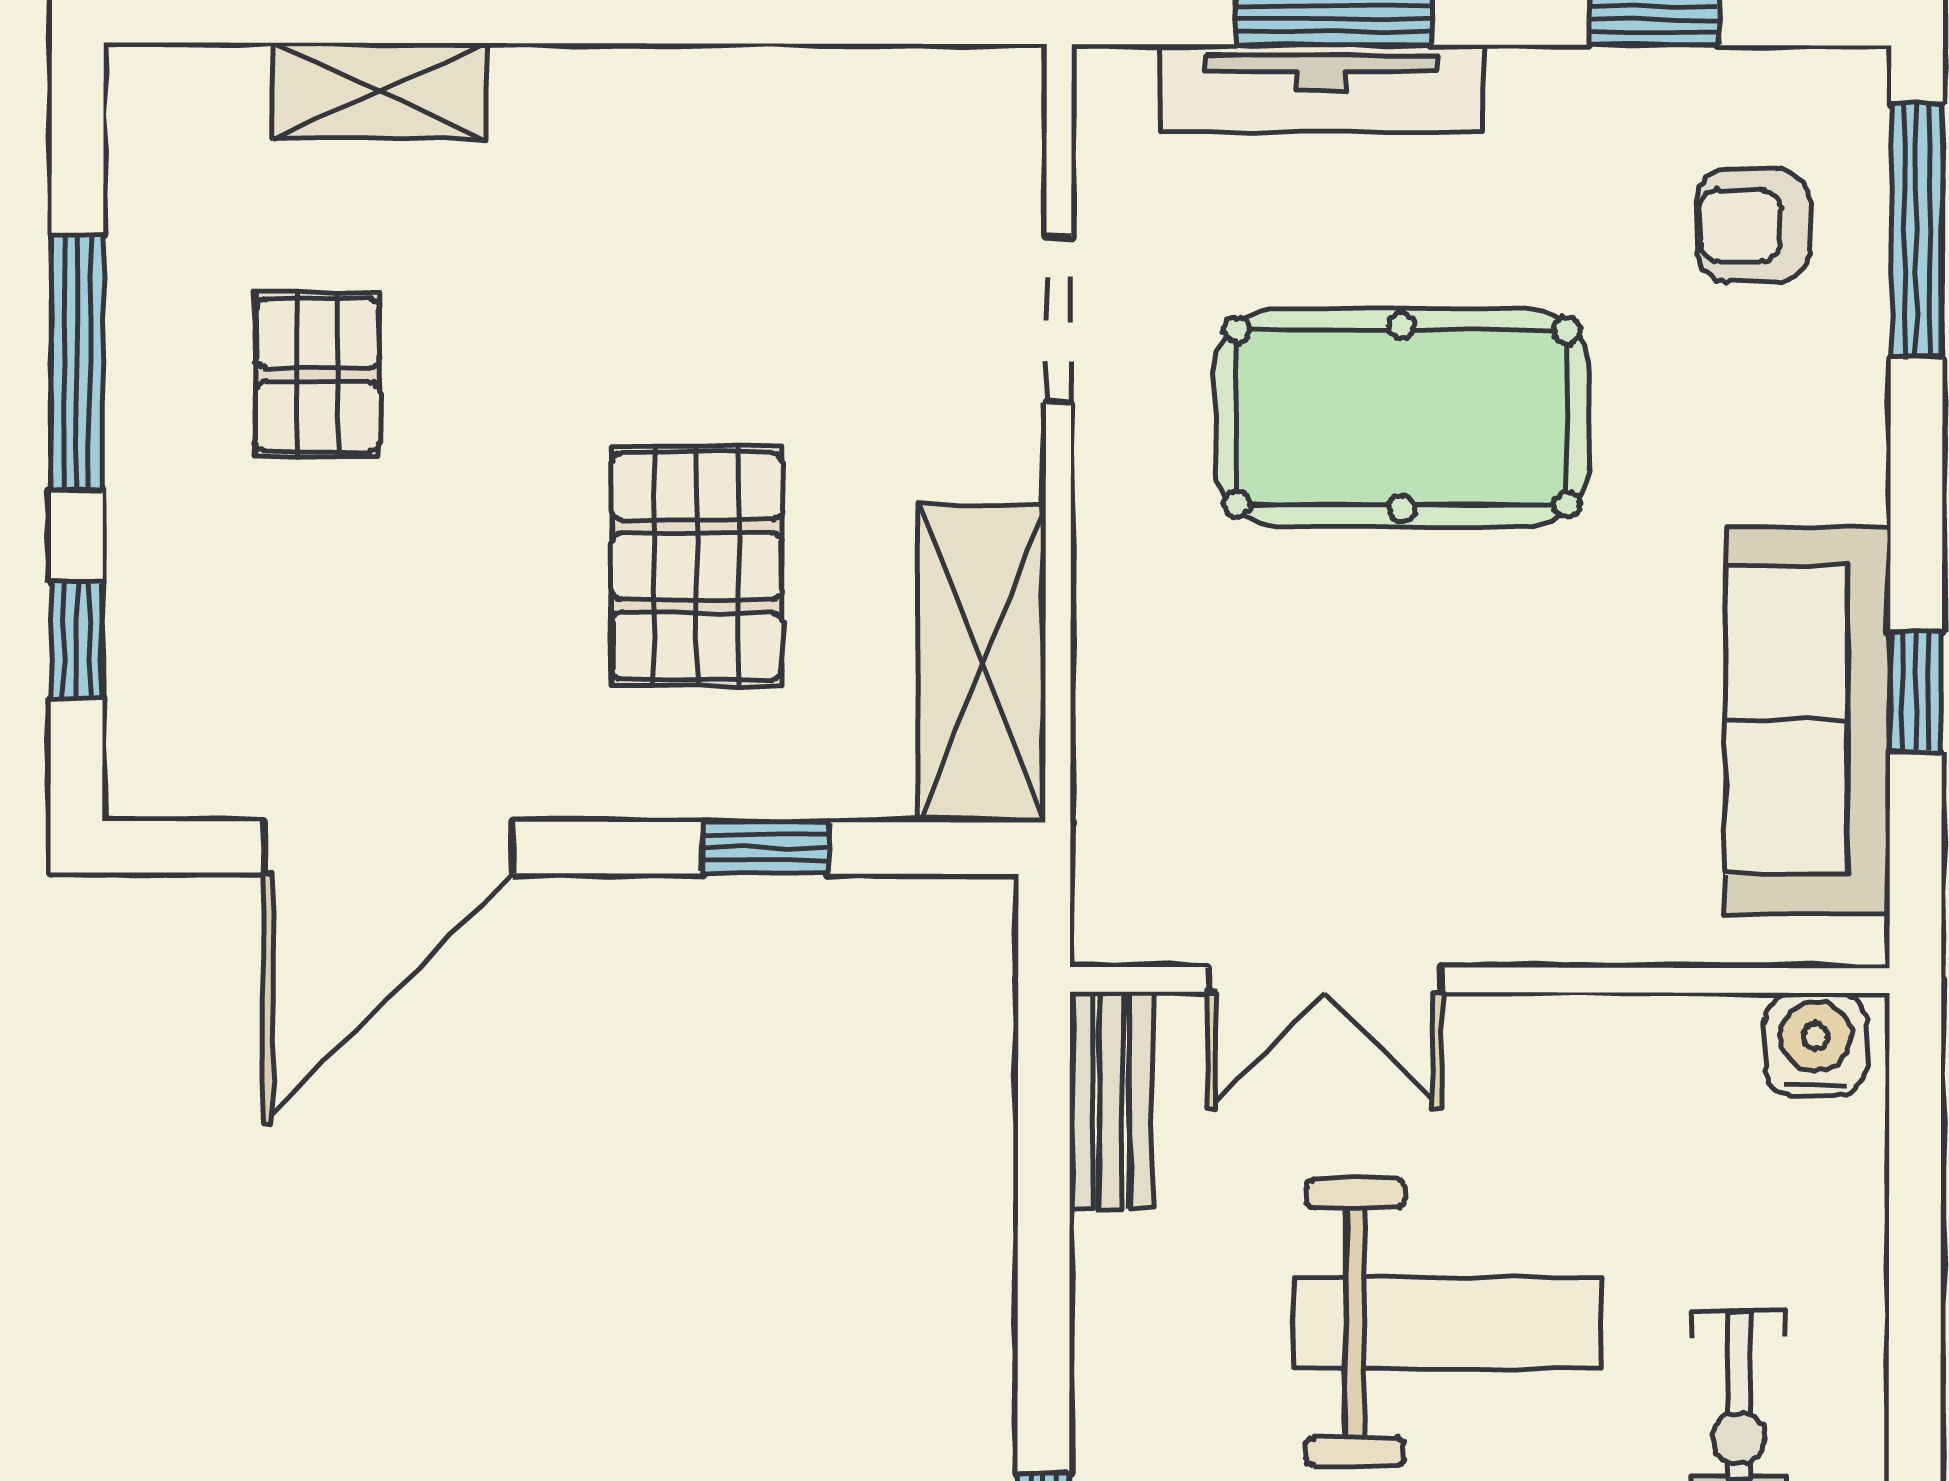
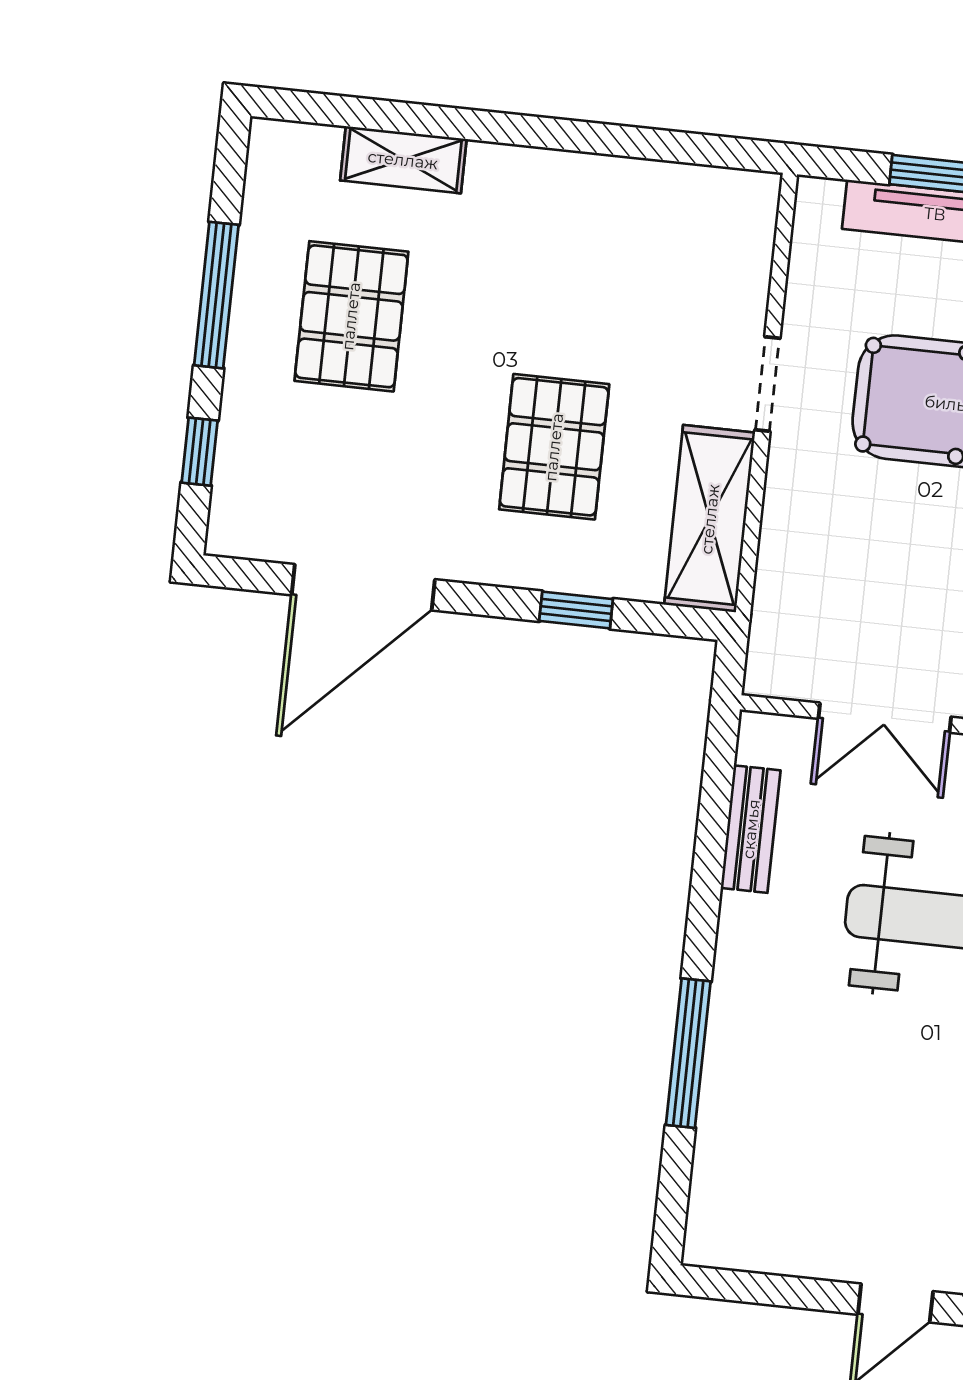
doorway: (1059, 320) -> (767, 384), moved
pallet: (318, 375) -> (351, 316), width x1.50, depth x1.42
bench: (1111, 1100) -> (751, 829), moved

